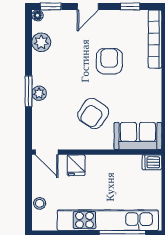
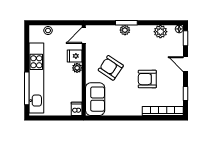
armchair: (109, 61) -> (147, 79), turned 180
plant: (93, 162) -> (77, 68), added

